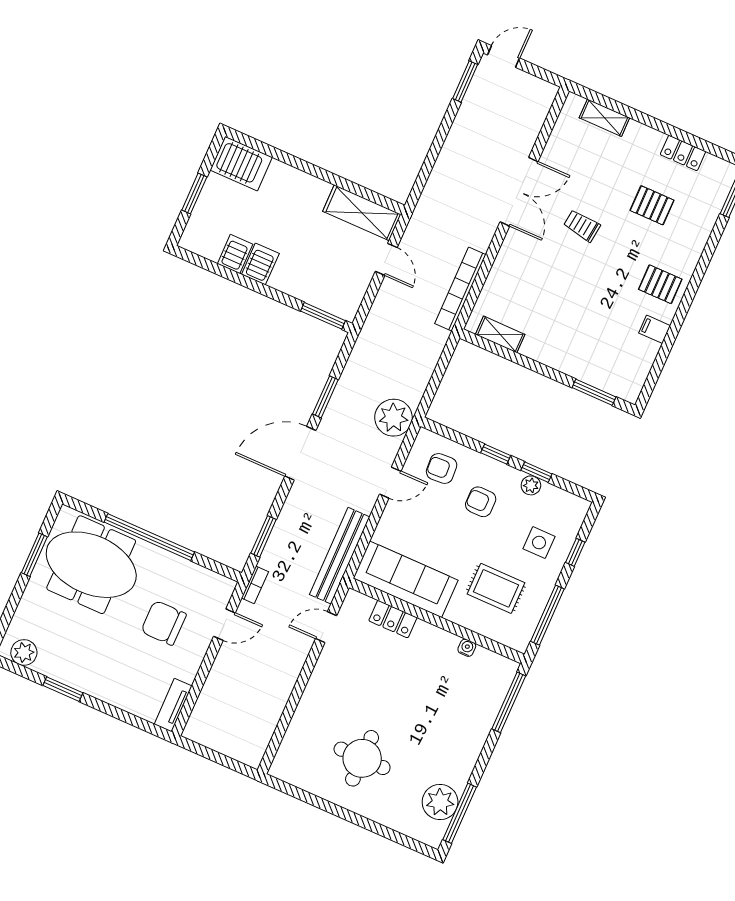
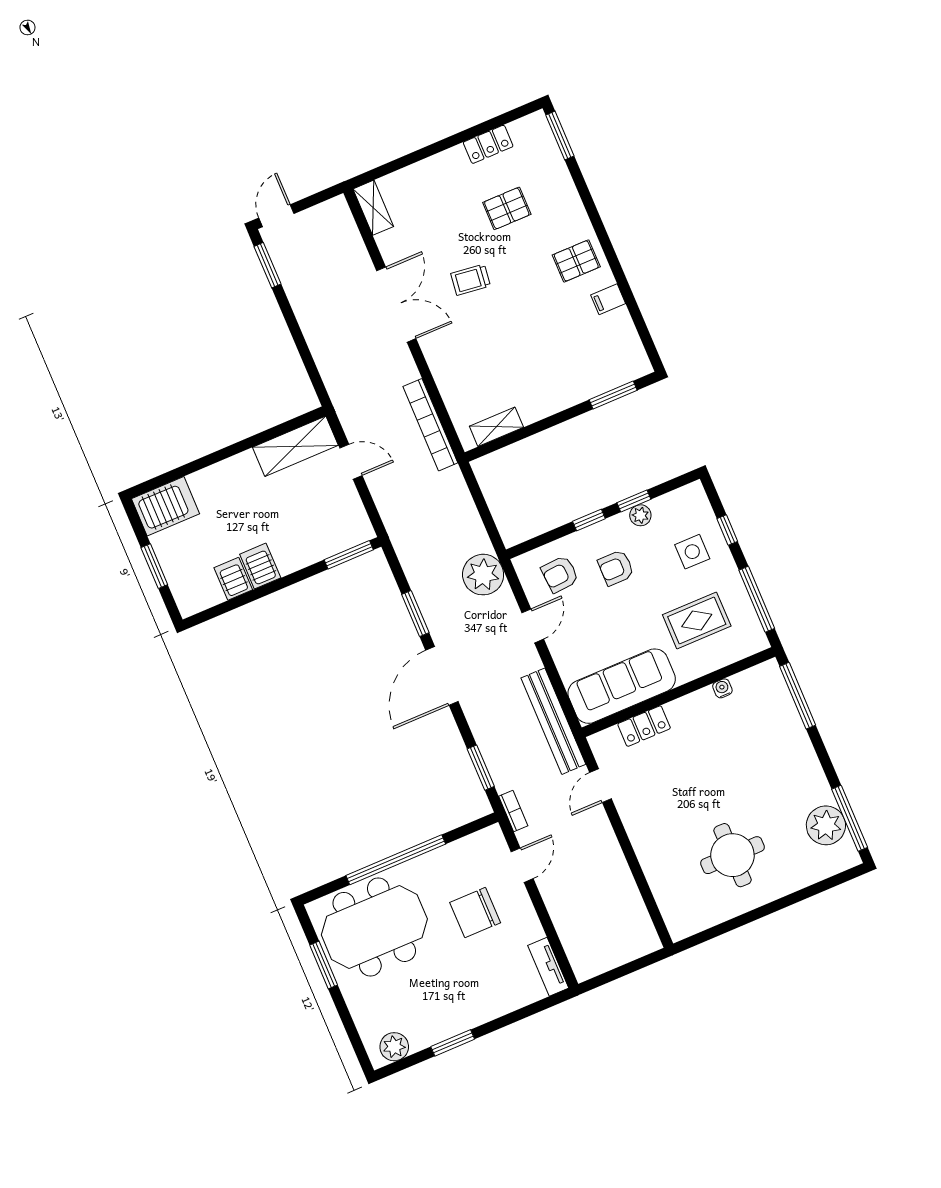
shelving: (604, 118) -> (373, 208), moved, turned 90

